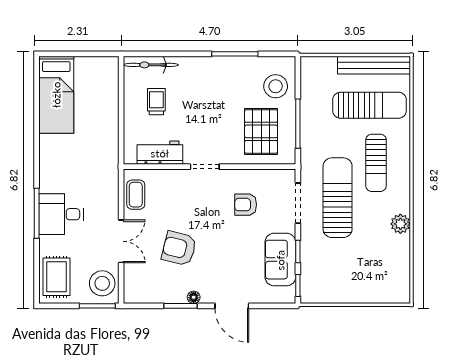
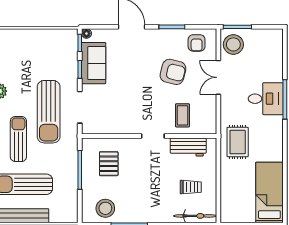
stool: (276, 86) -> (105, 208), moved
trolley: (156, 102) -> (191, 187), turned -90
pallet: (261, 131) -> (109, 164), width x0.67, depth x0.71
coffee table: (136, 195) -> (182, 115), moved
armchair: (246, 205) -> (197, 43), moved, turned 90
rug: (57, 277) -> (238, 142), moved
floor lamp: (194, 297) -> (86, 33), moved

